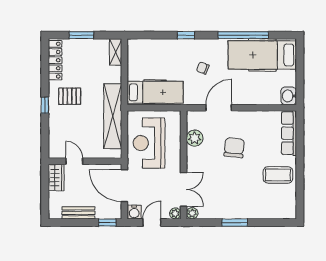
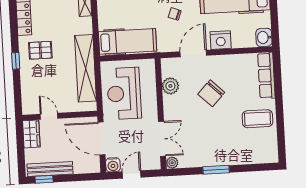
nightstand: (246, 96) -> (221, 40), added
chair: (234, 148) -> (211, 93), turned -142
bench: (78, 213) -> (50, 169), width x1.36
plant: (175, 213) -> (155, 164), removed
window: (107, 223) -> (44, 179), moved

